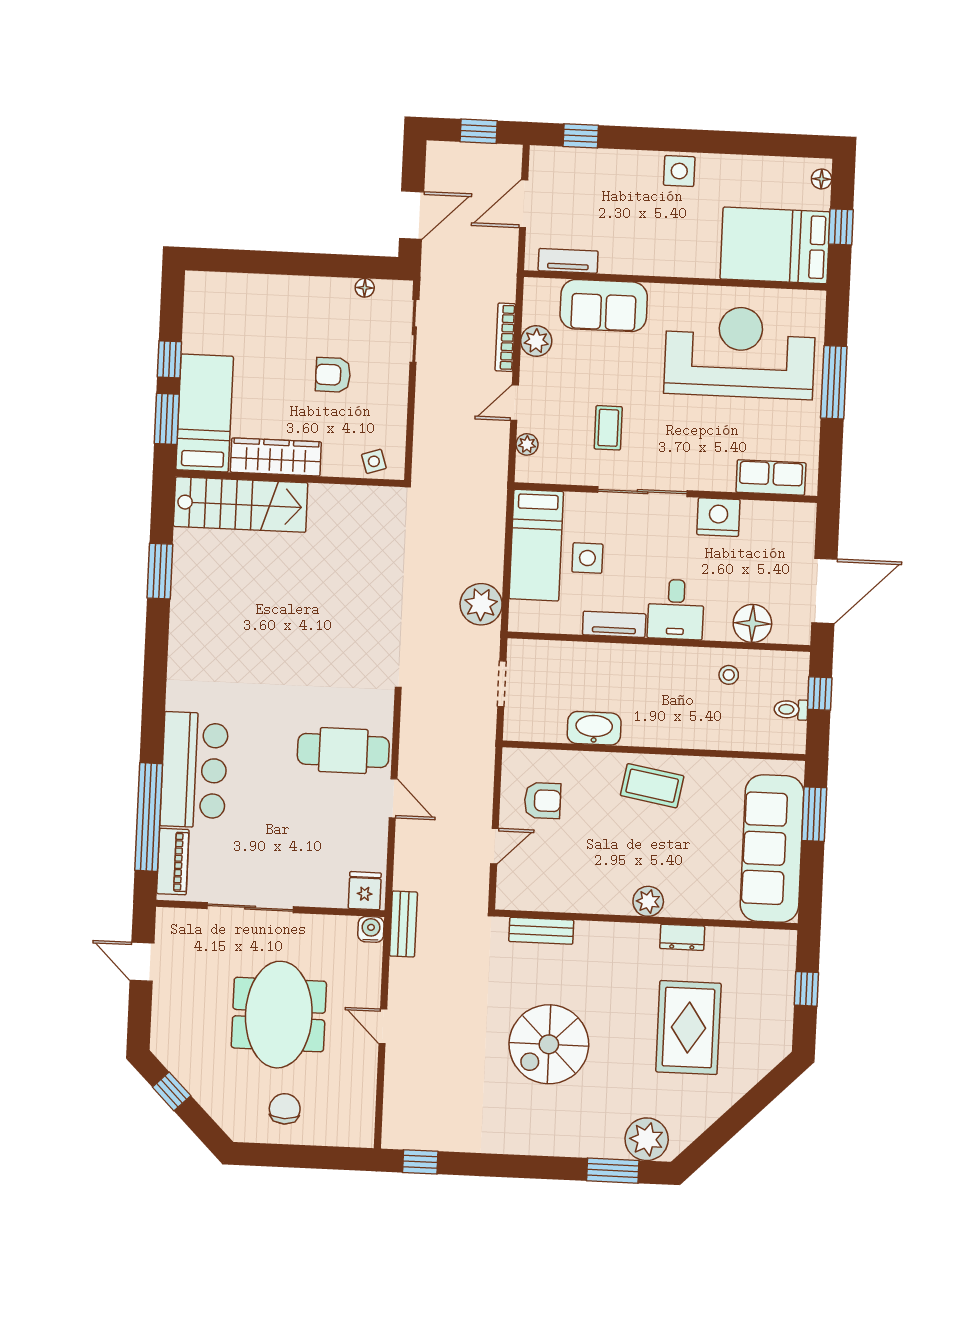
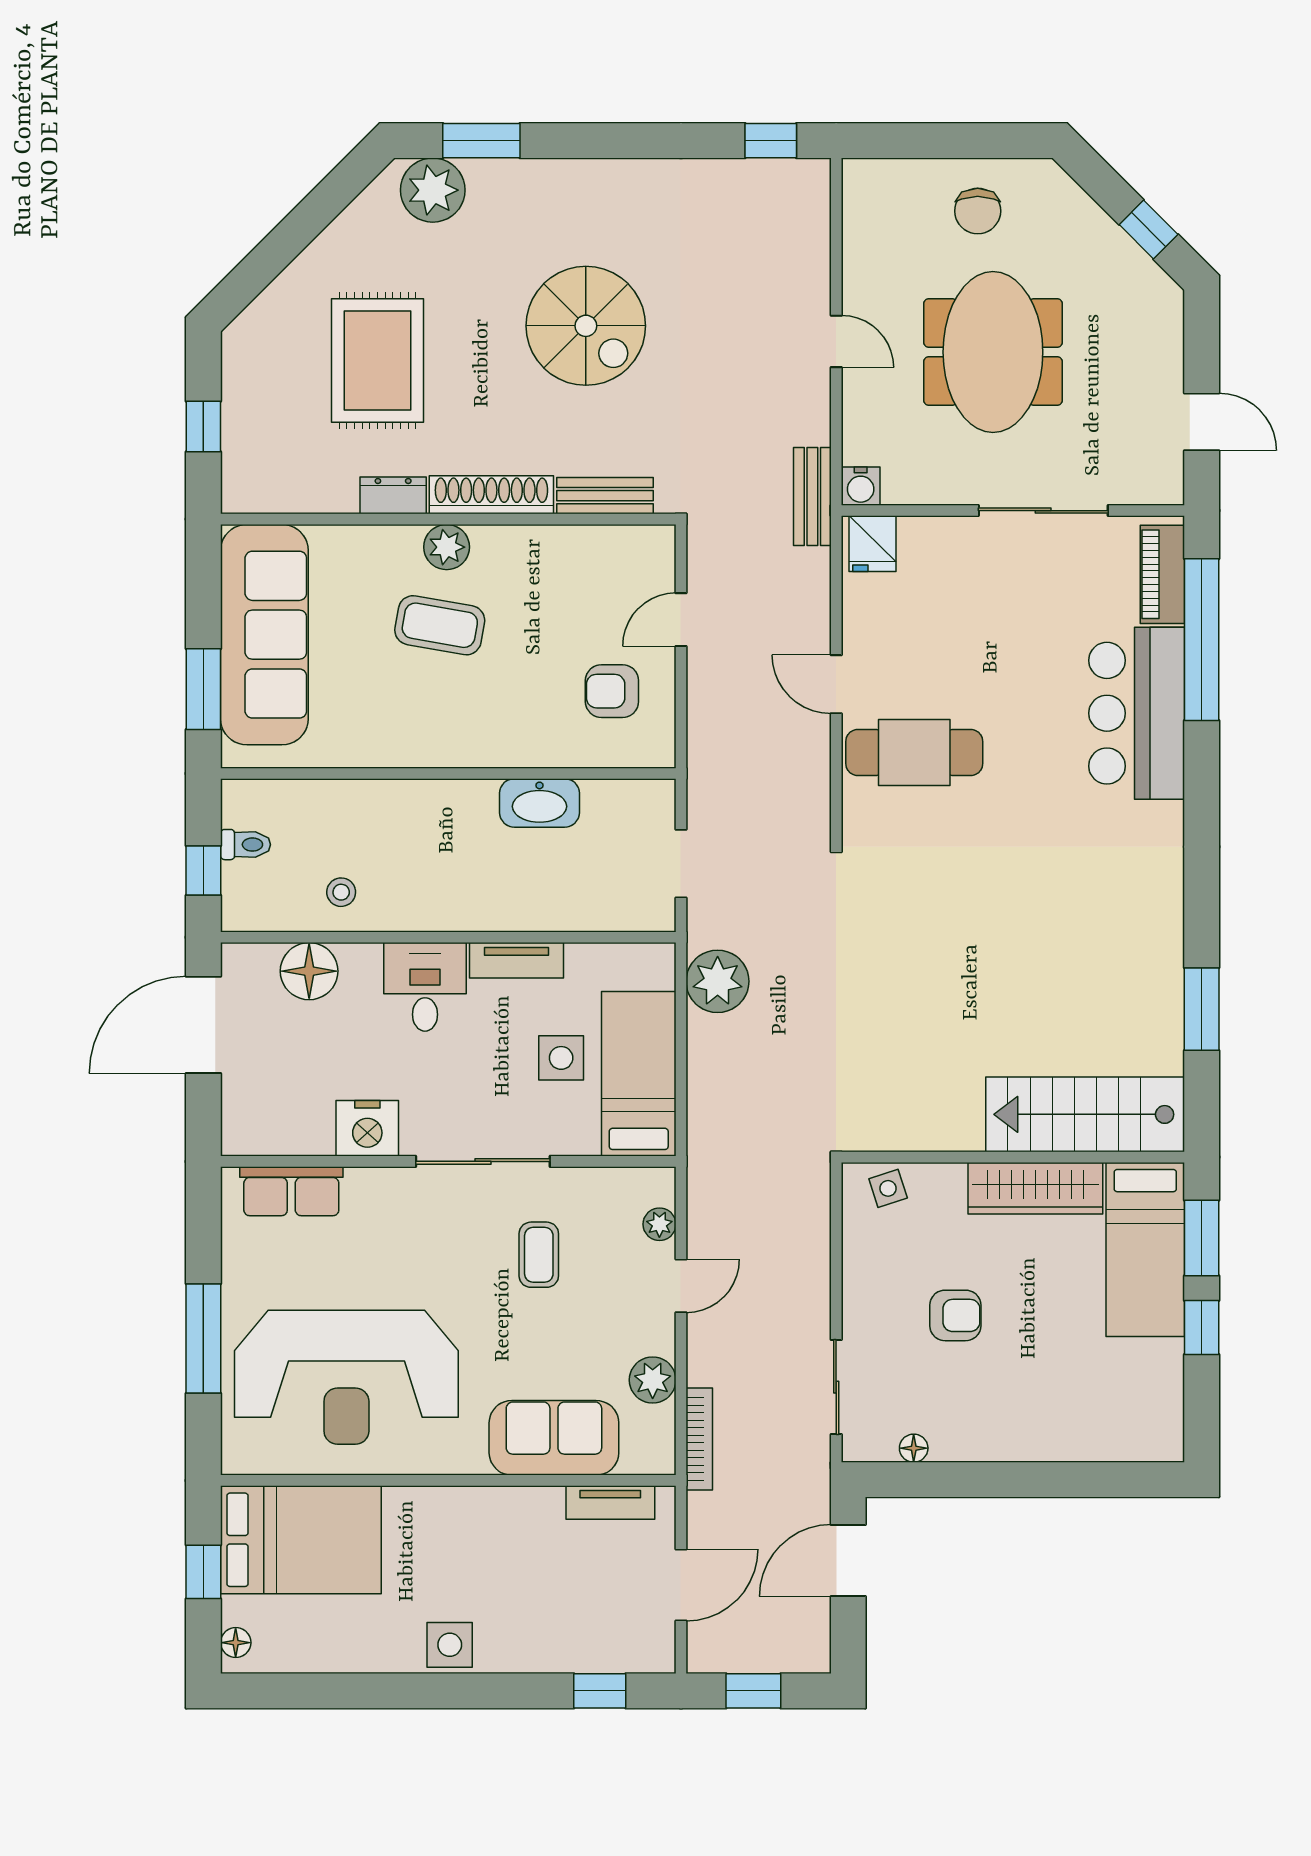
bookcase: (505, 337) -> (699, 1439), moved
coffee table: (652, 786) -> (440, 625), moved
shoe rack: (617, 935) -> (491, 495), added
spiral stairs: (549, 1044) -> (586, 326), turned 90

